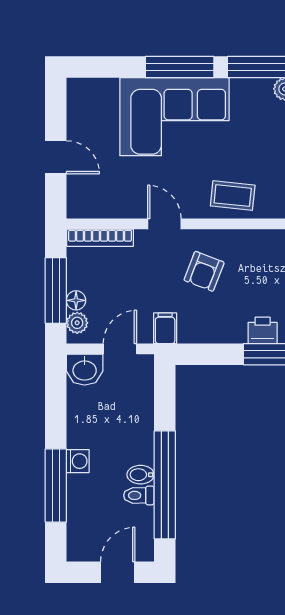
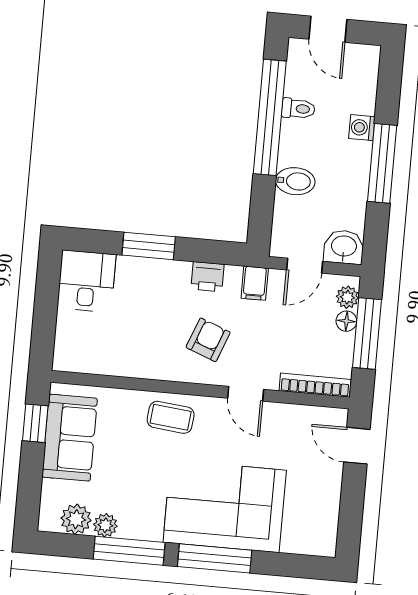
door: (56, 157) -> (357, 446), moved
printer: (263, 330) -> (208, 277), moved
washing machine: (78, 461) -> (362, 128), moved
bidet: (141, 475) -> (295, 181), moved, width x1.38, depth x1.36
window: (56, 485) -> (382, 163), moved
door: (118, 572) -> (328, 29), hinge flipped

